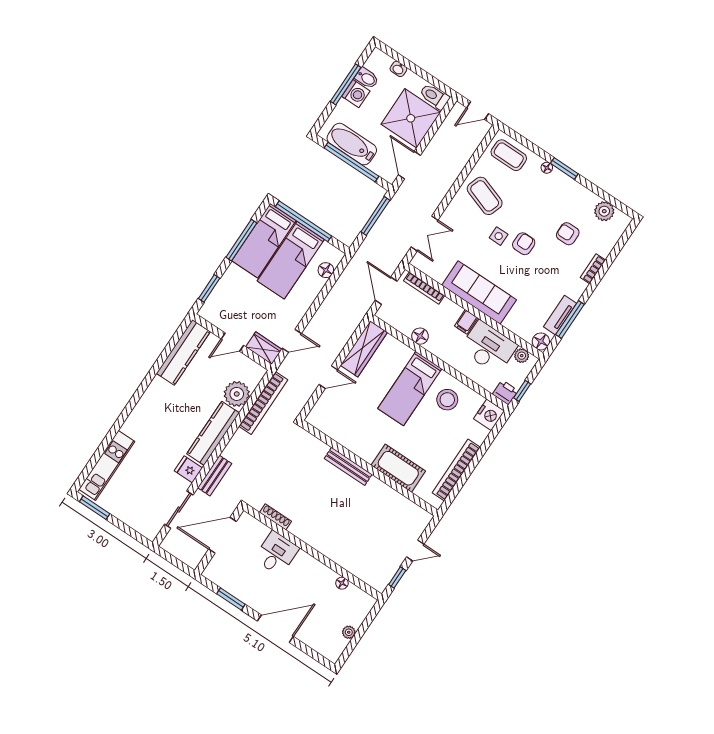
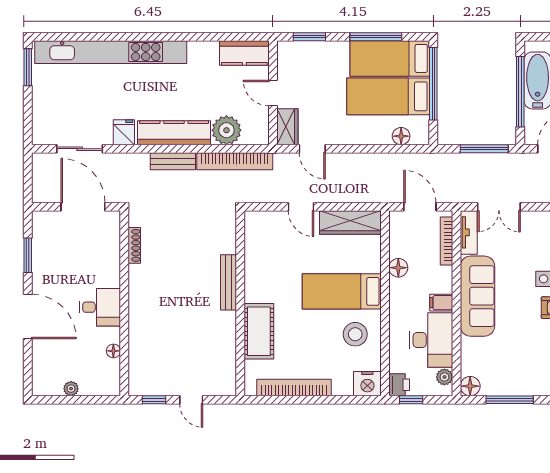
door: (386, 291) -> (420, 207), hinge flipped
tv unit: (560, 315) -> (469, 232), moved, turned 90
kitchen counter: (183, 352) -> (244, 53), width x0.67
kitchen unit: (107, 465) -> (111, 52), width x1.86
bench: (215, 476) -> (173, 161), moved
desk: (276, 553) -> (100, 307), moved

